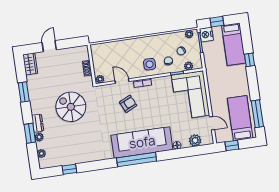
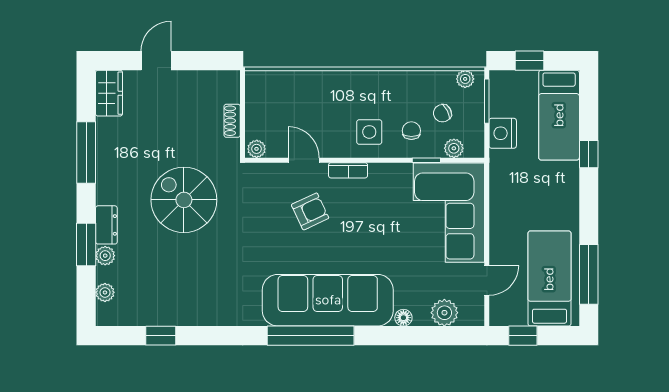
nightstand: (206, 34) -> (503, 133), moved
window: (24, 92) -> (86, 153), width x1.44
door: (212, 123) -> (487, 280), hinge flipped

